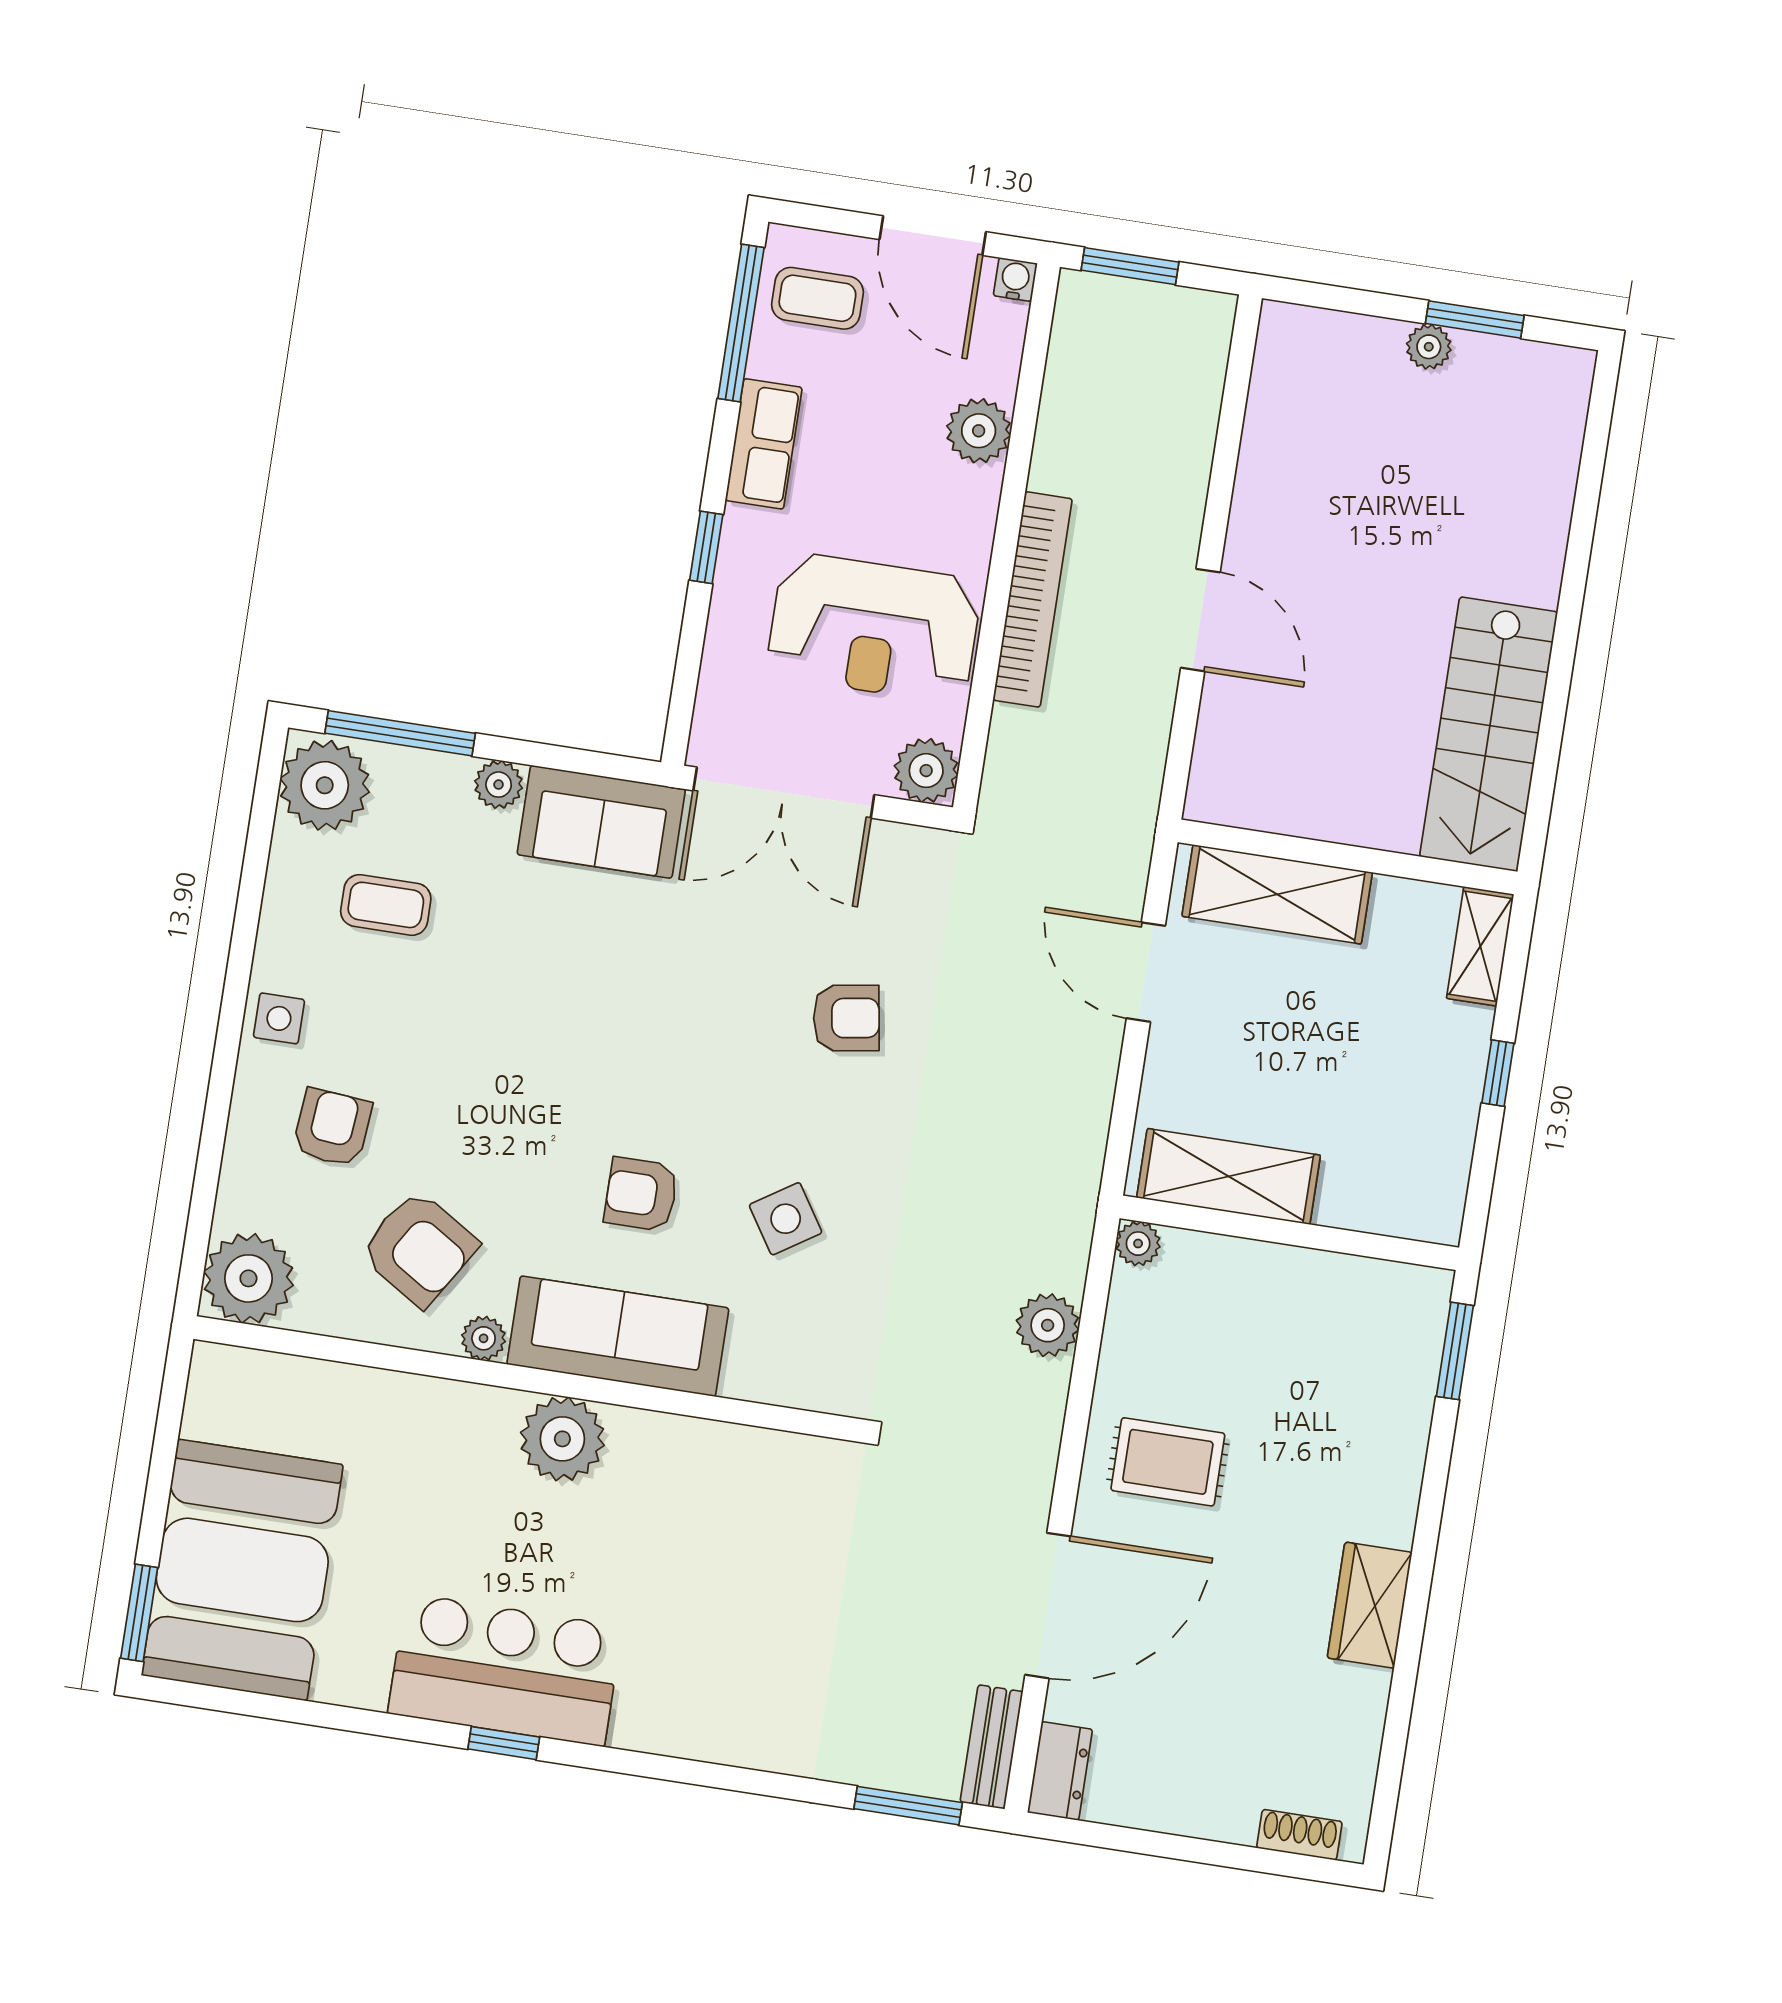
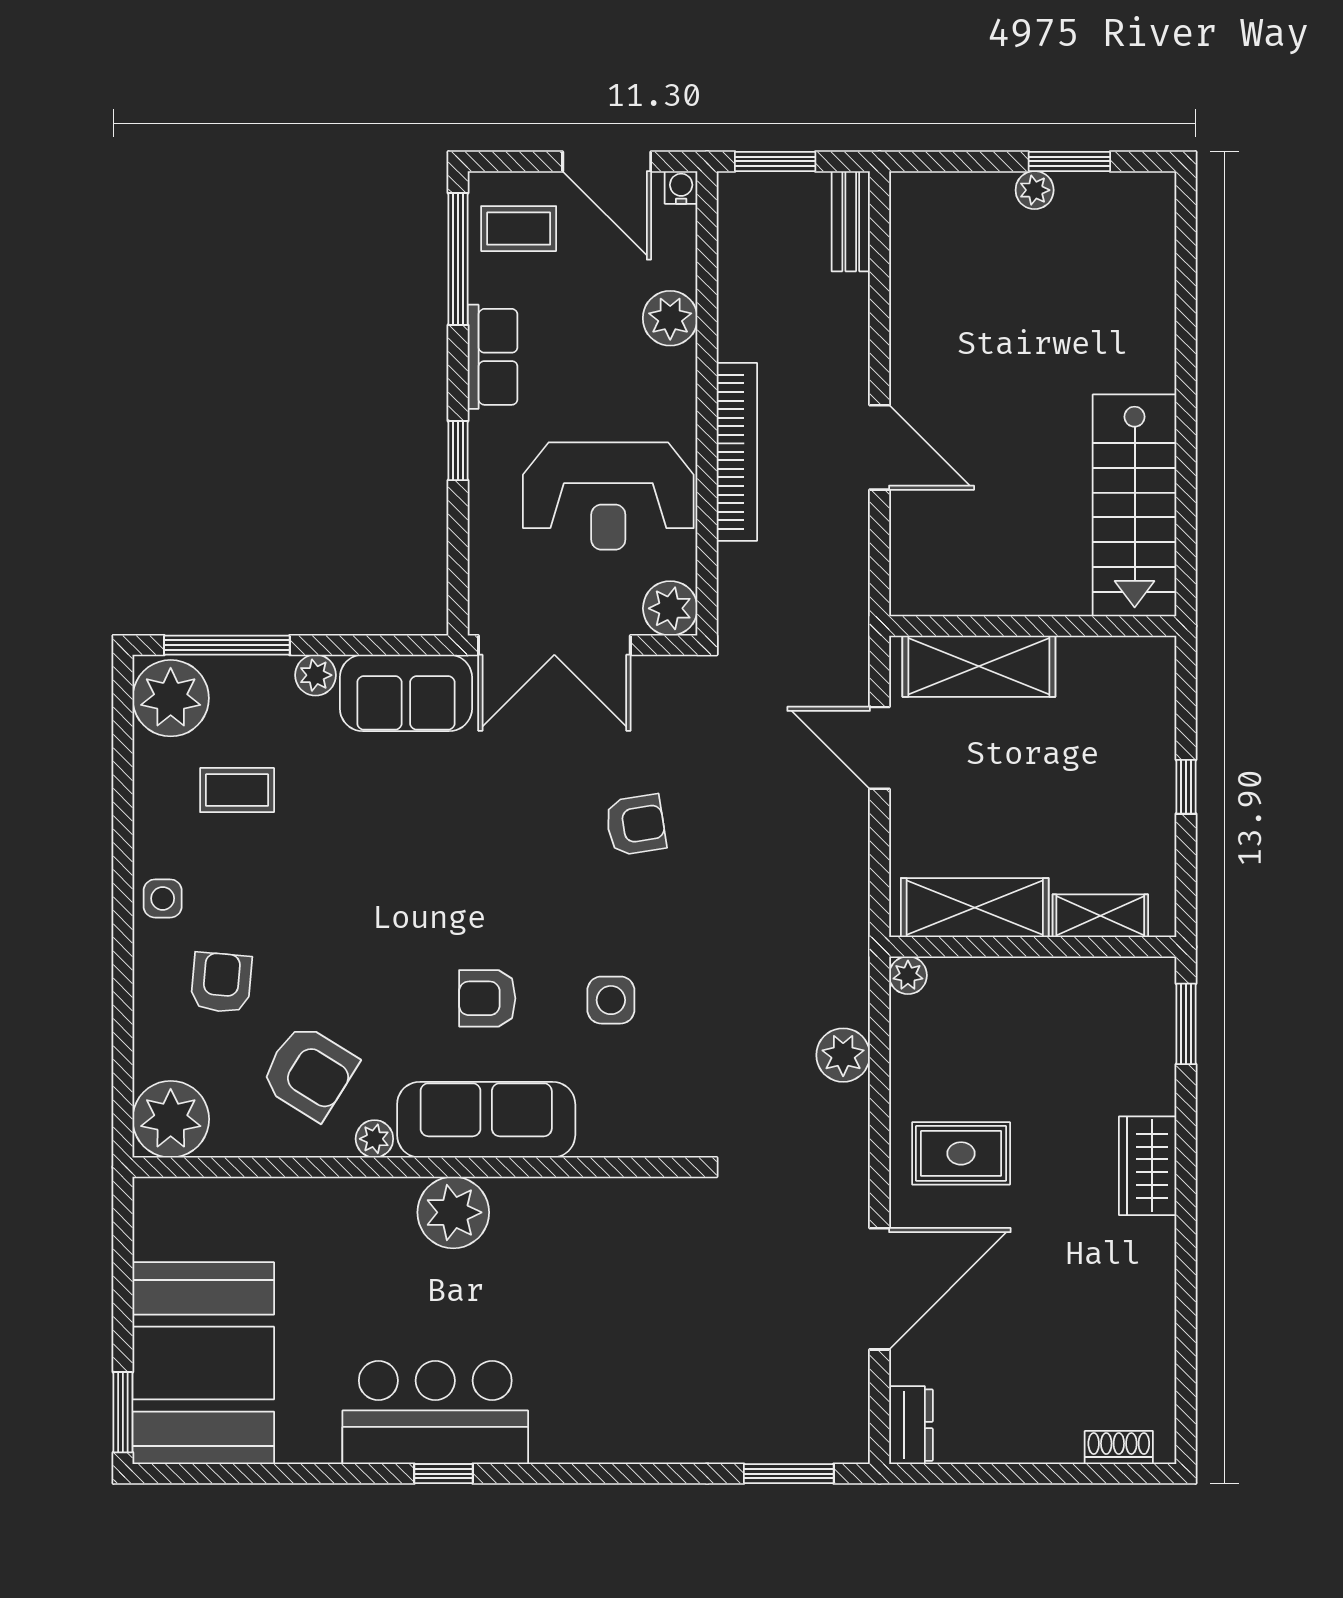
shelving: (1480, 946) -> (1100, 916), moved, turned 90
side table: (786, 1219) -> (611, 1000), turned 33
wardrobe: (1370, 1605) -> (1148, 1166), moved
bench: (992, 1747) -> (851, 221), moved

